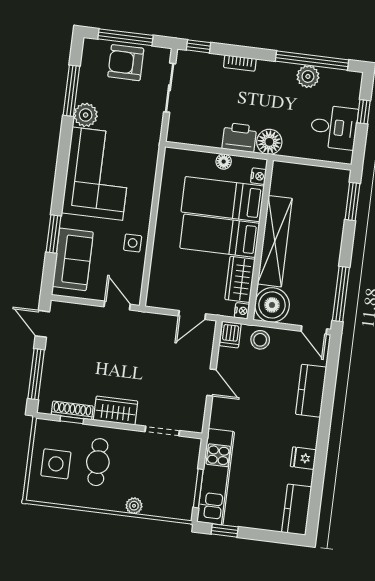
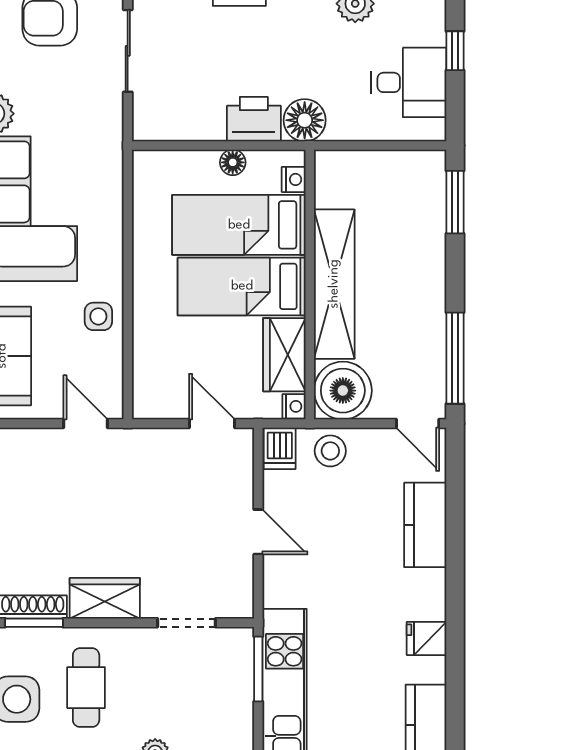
door: (192, 315) -> (212, 424), swing flipped
window: (72, 420) -> (34, 623), width x1.50
window: (198, 488) -> (258, 669), moved

